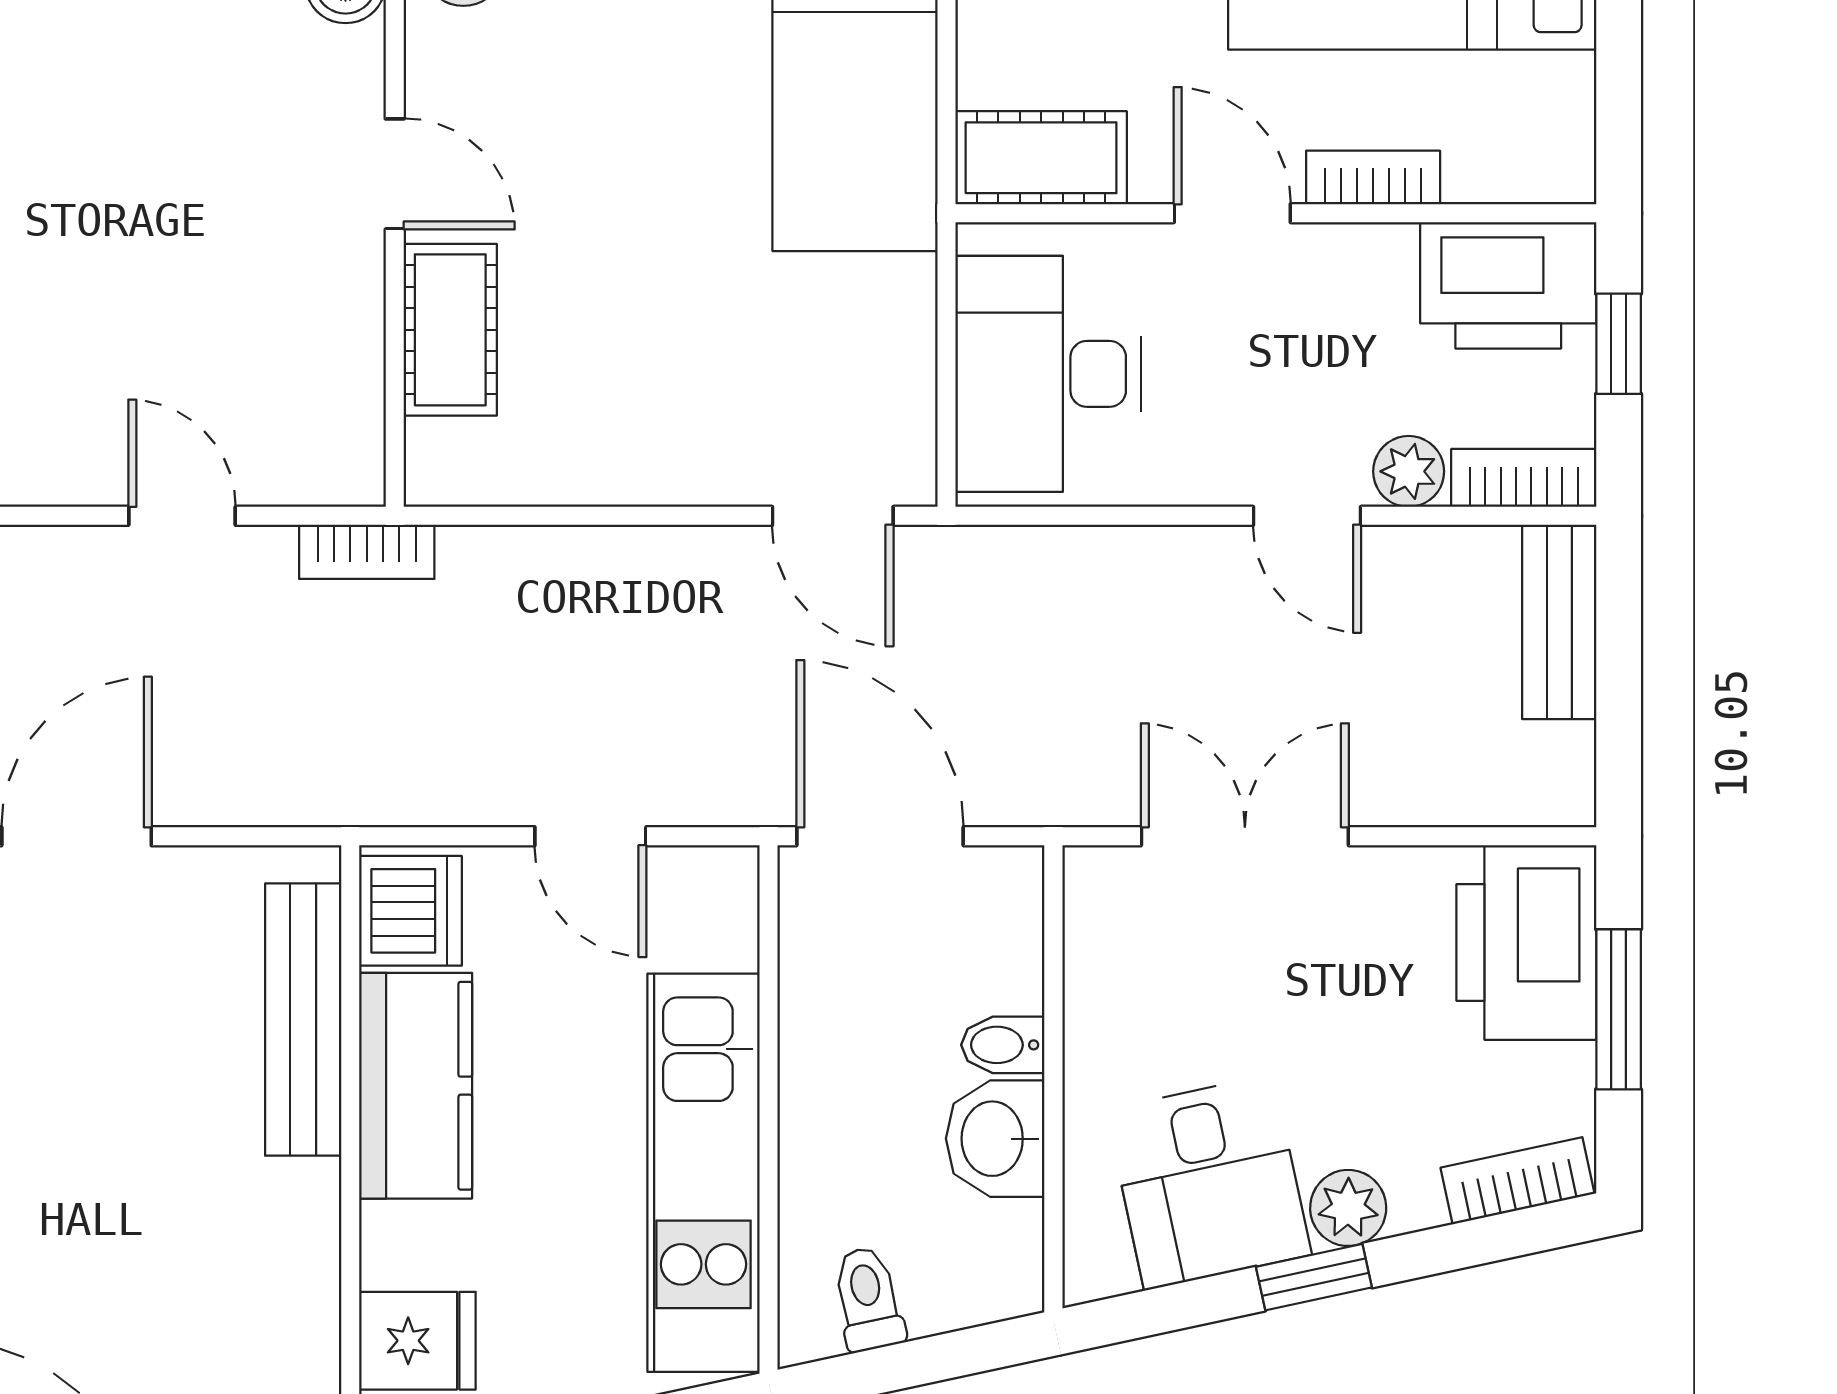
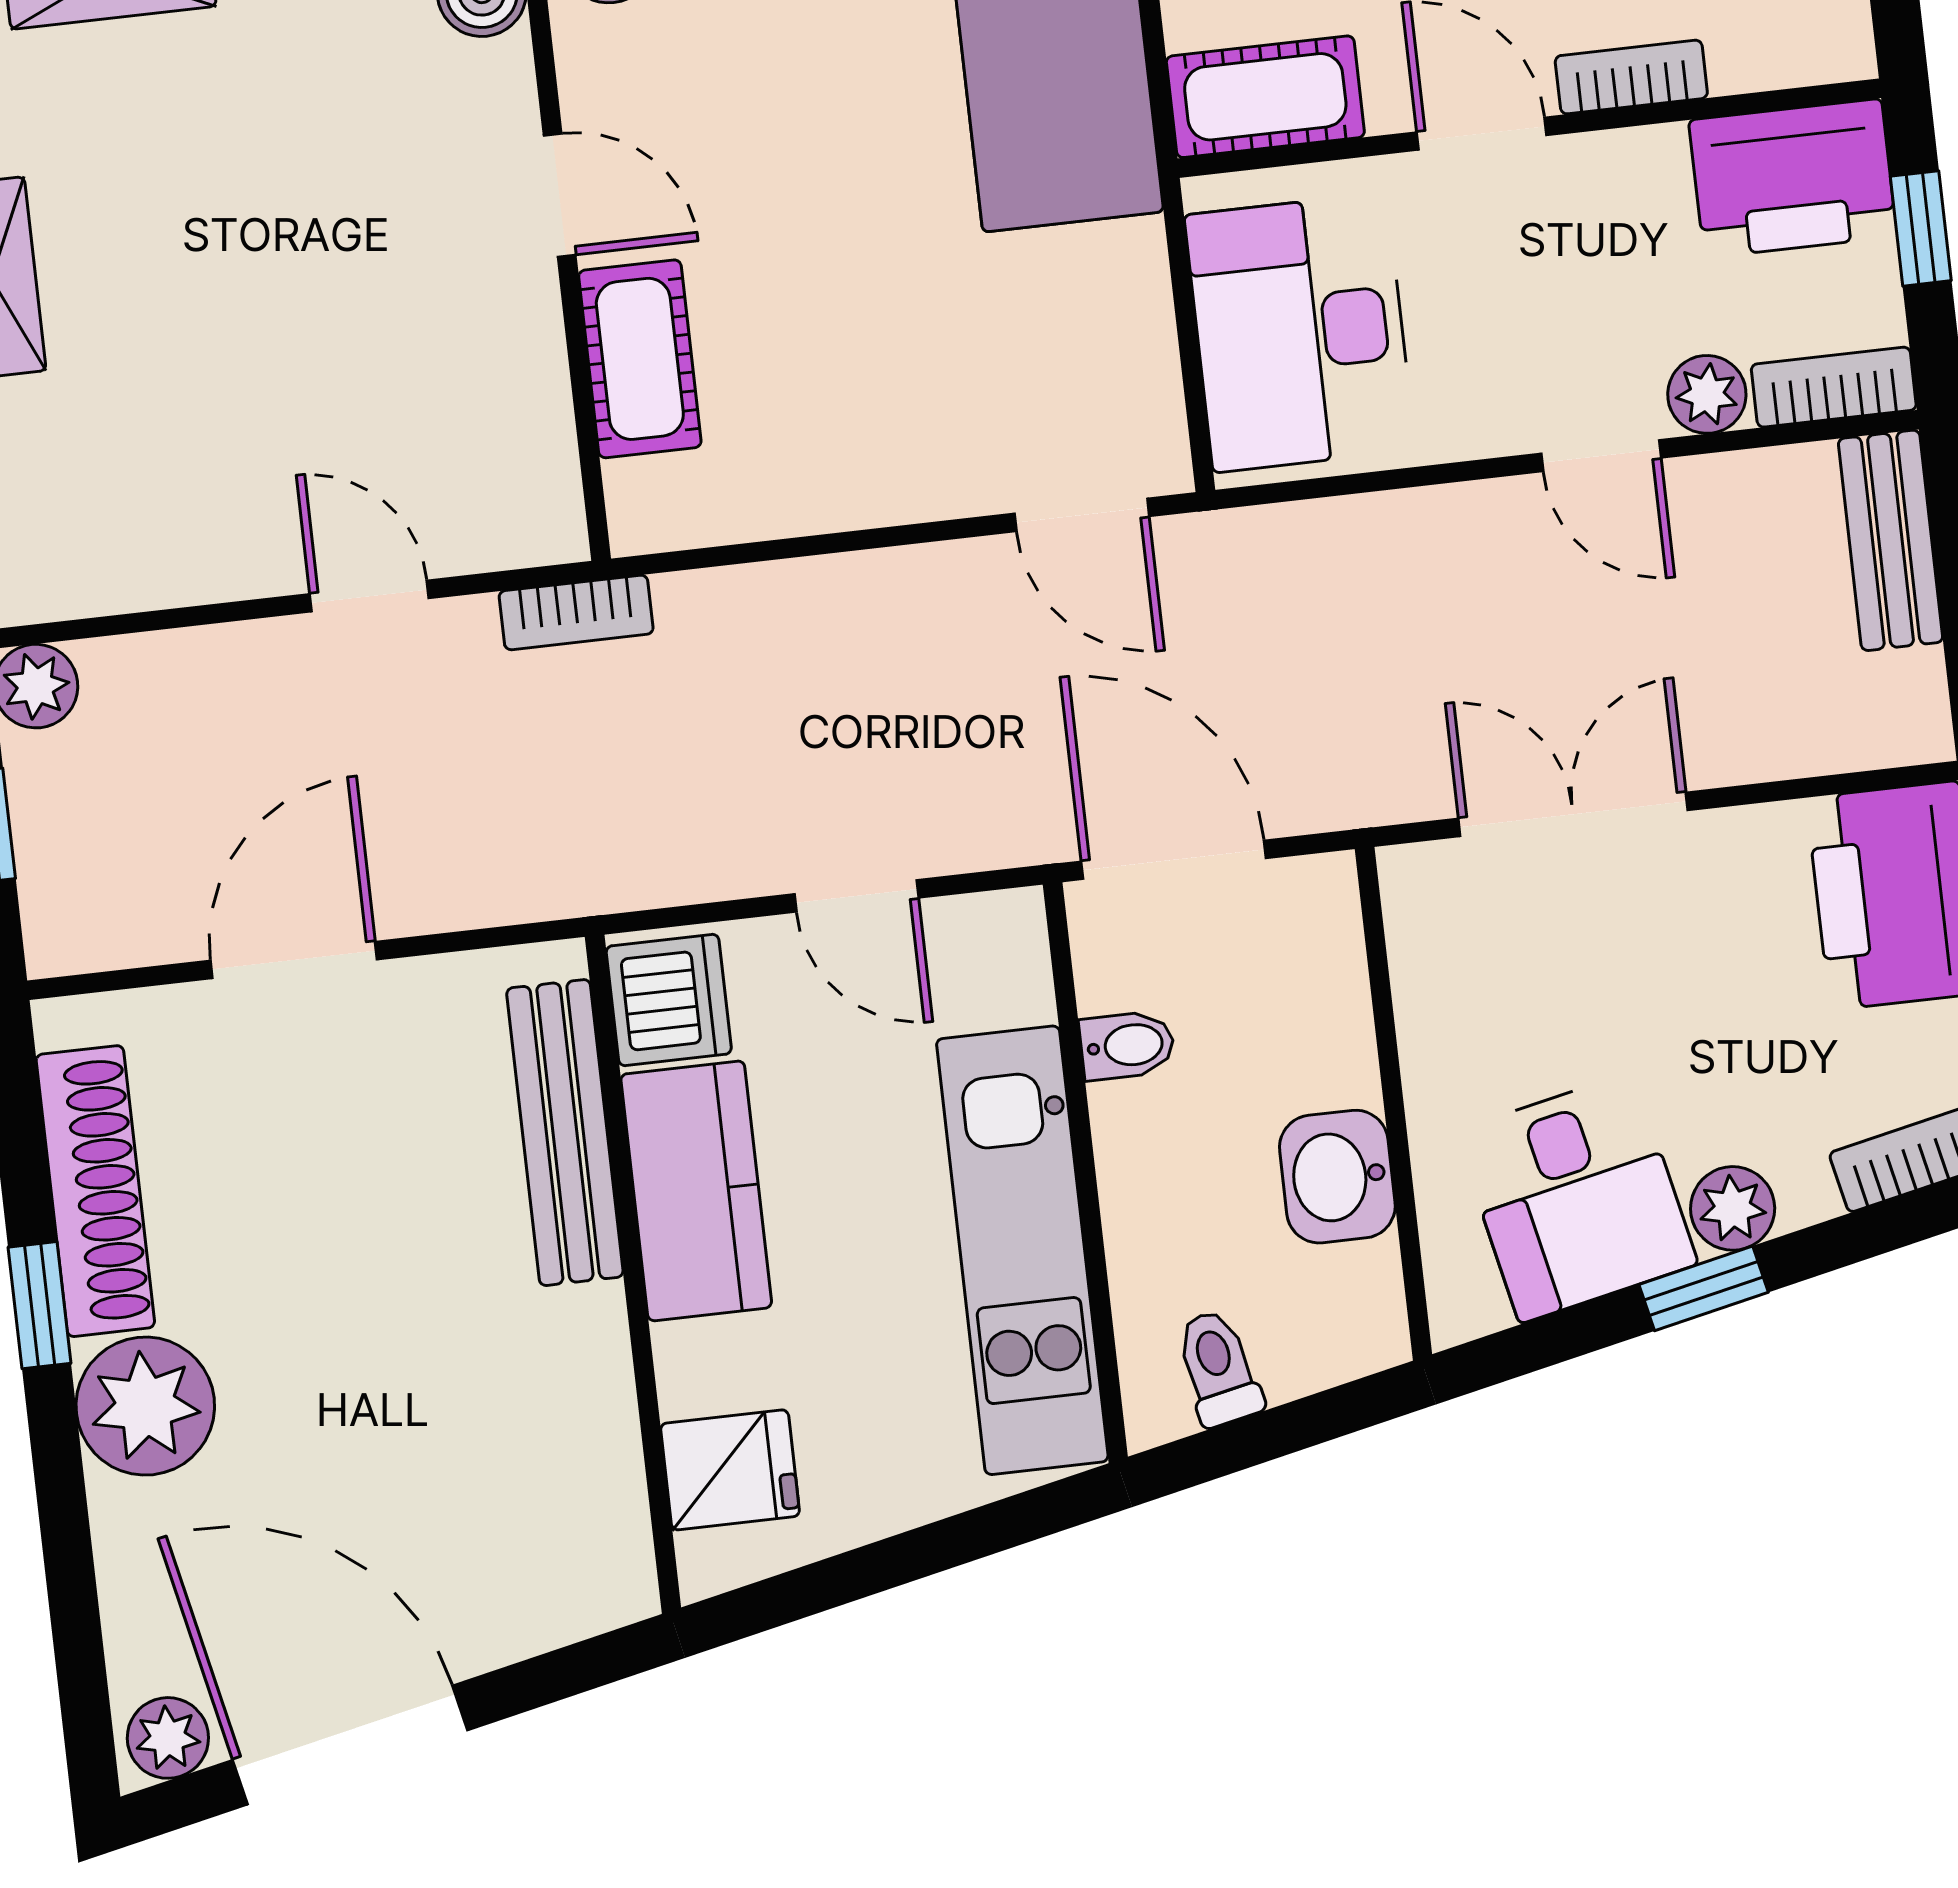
bidet: (1003, 1045) -> (1127, 1045), moved, turned 180

